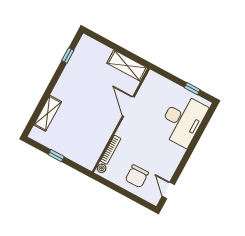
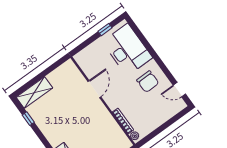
shelving: (127, 66) -> (34, 92), moved
door: (128, 106) -> (94, 89), swing flipped
chair: (137, 176) -> (148, 82), moved

